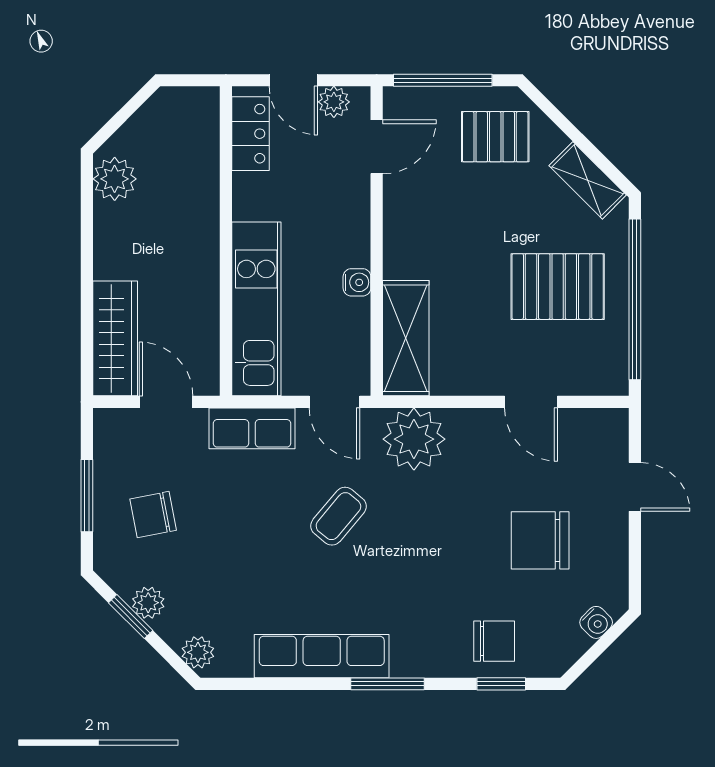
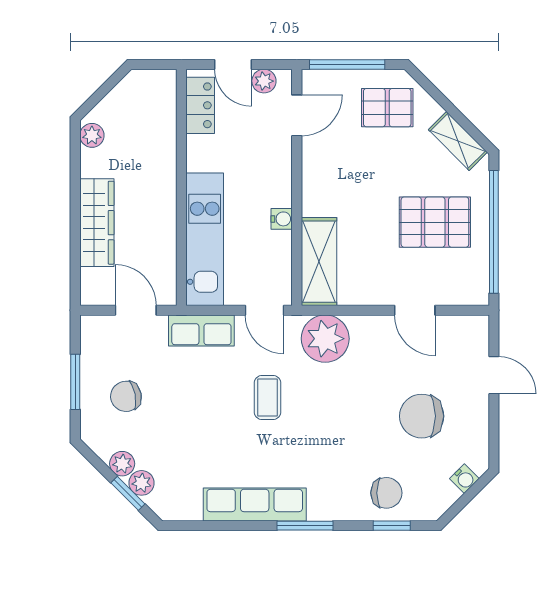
plant: (115, 179) -> (92, 135), width x0.73, depth x0.73
wardrobe: (115, 338) -> (97, 223), moved
coffee table: (338, 516) -> (267, 398), turned -40
window: (131, 617) -> (128, 493), moved
plant: (198, 652) -> (142, 483), moved

